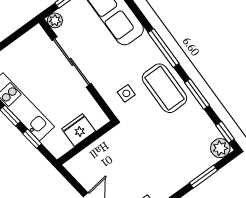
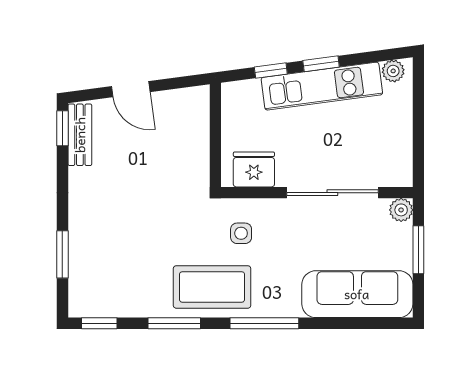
fridge: (79, 130) -> (254, 169), moved, turned -90
plant: (220, 148) -> (83, 302), removed

